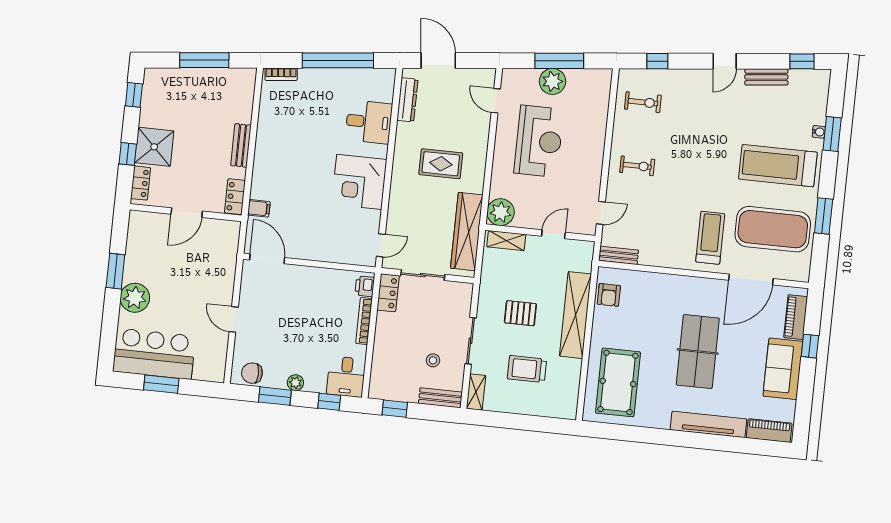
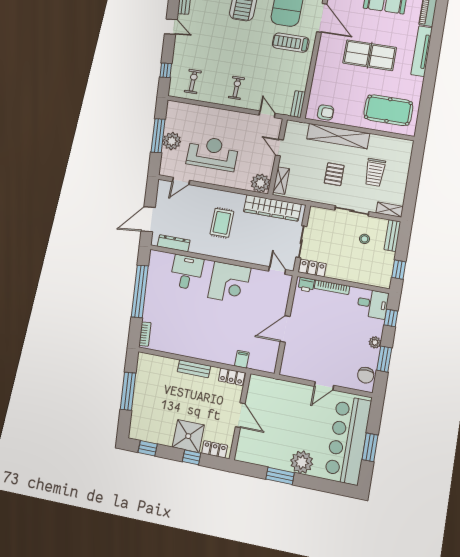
door: (267, 259) -> (285, 329), moved
bar counter: (154, 354) -> (348, 440), width x1.36

